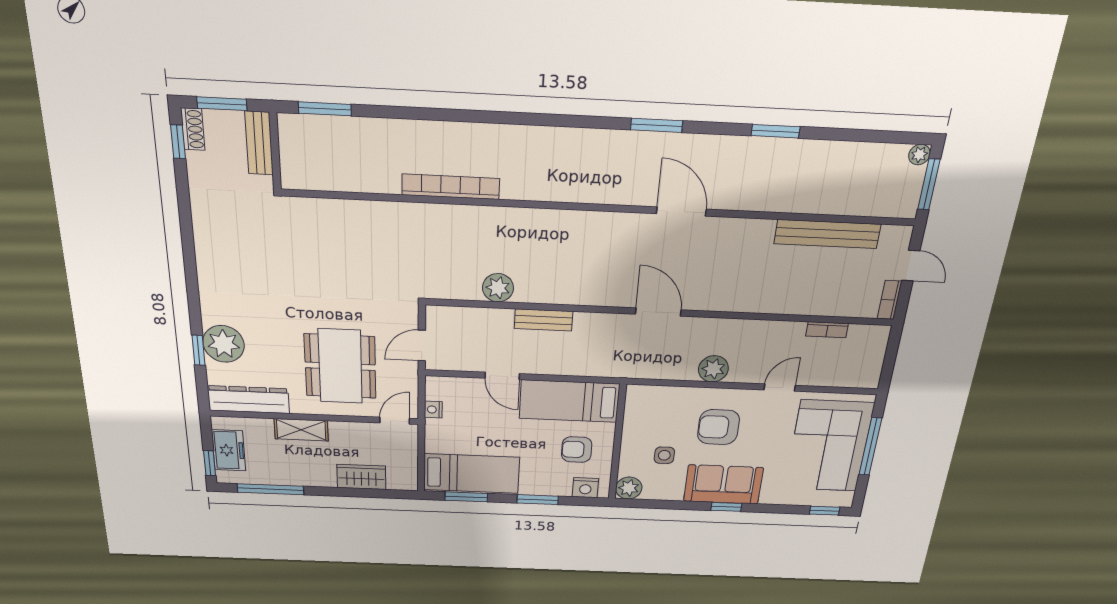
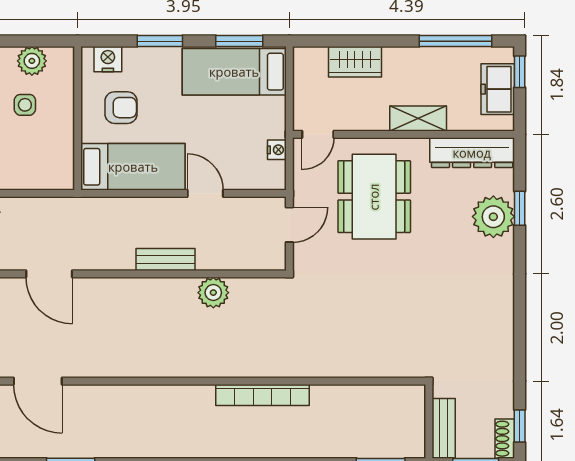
plant: (629, 488) -> (32, 61), moved

